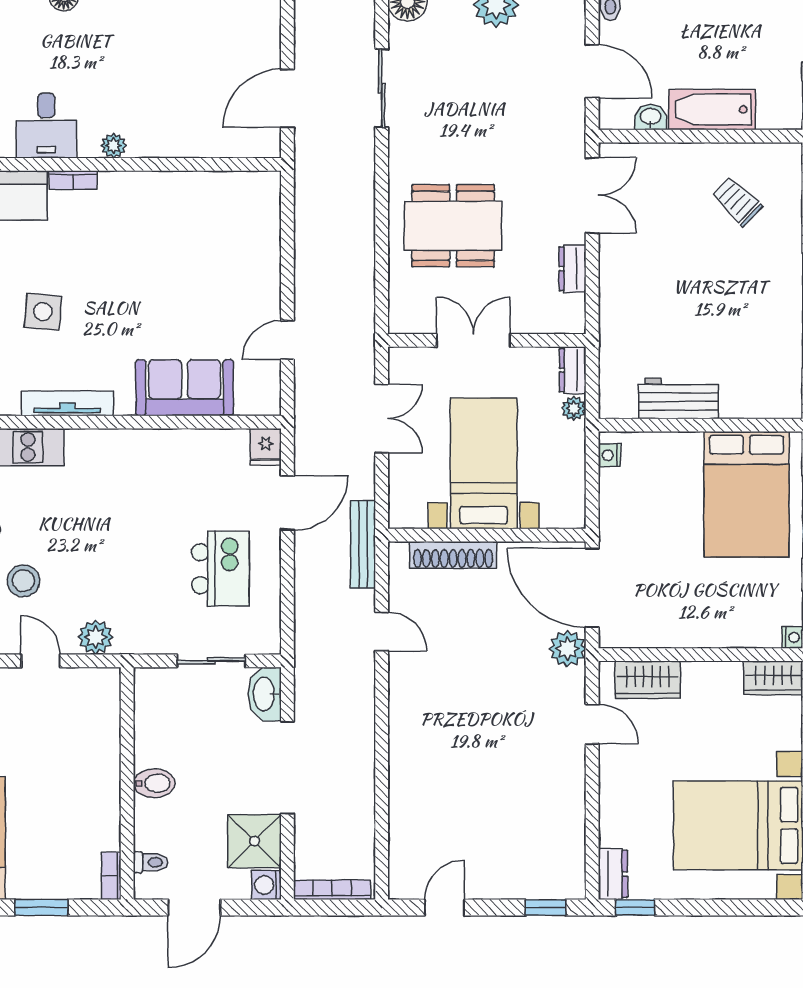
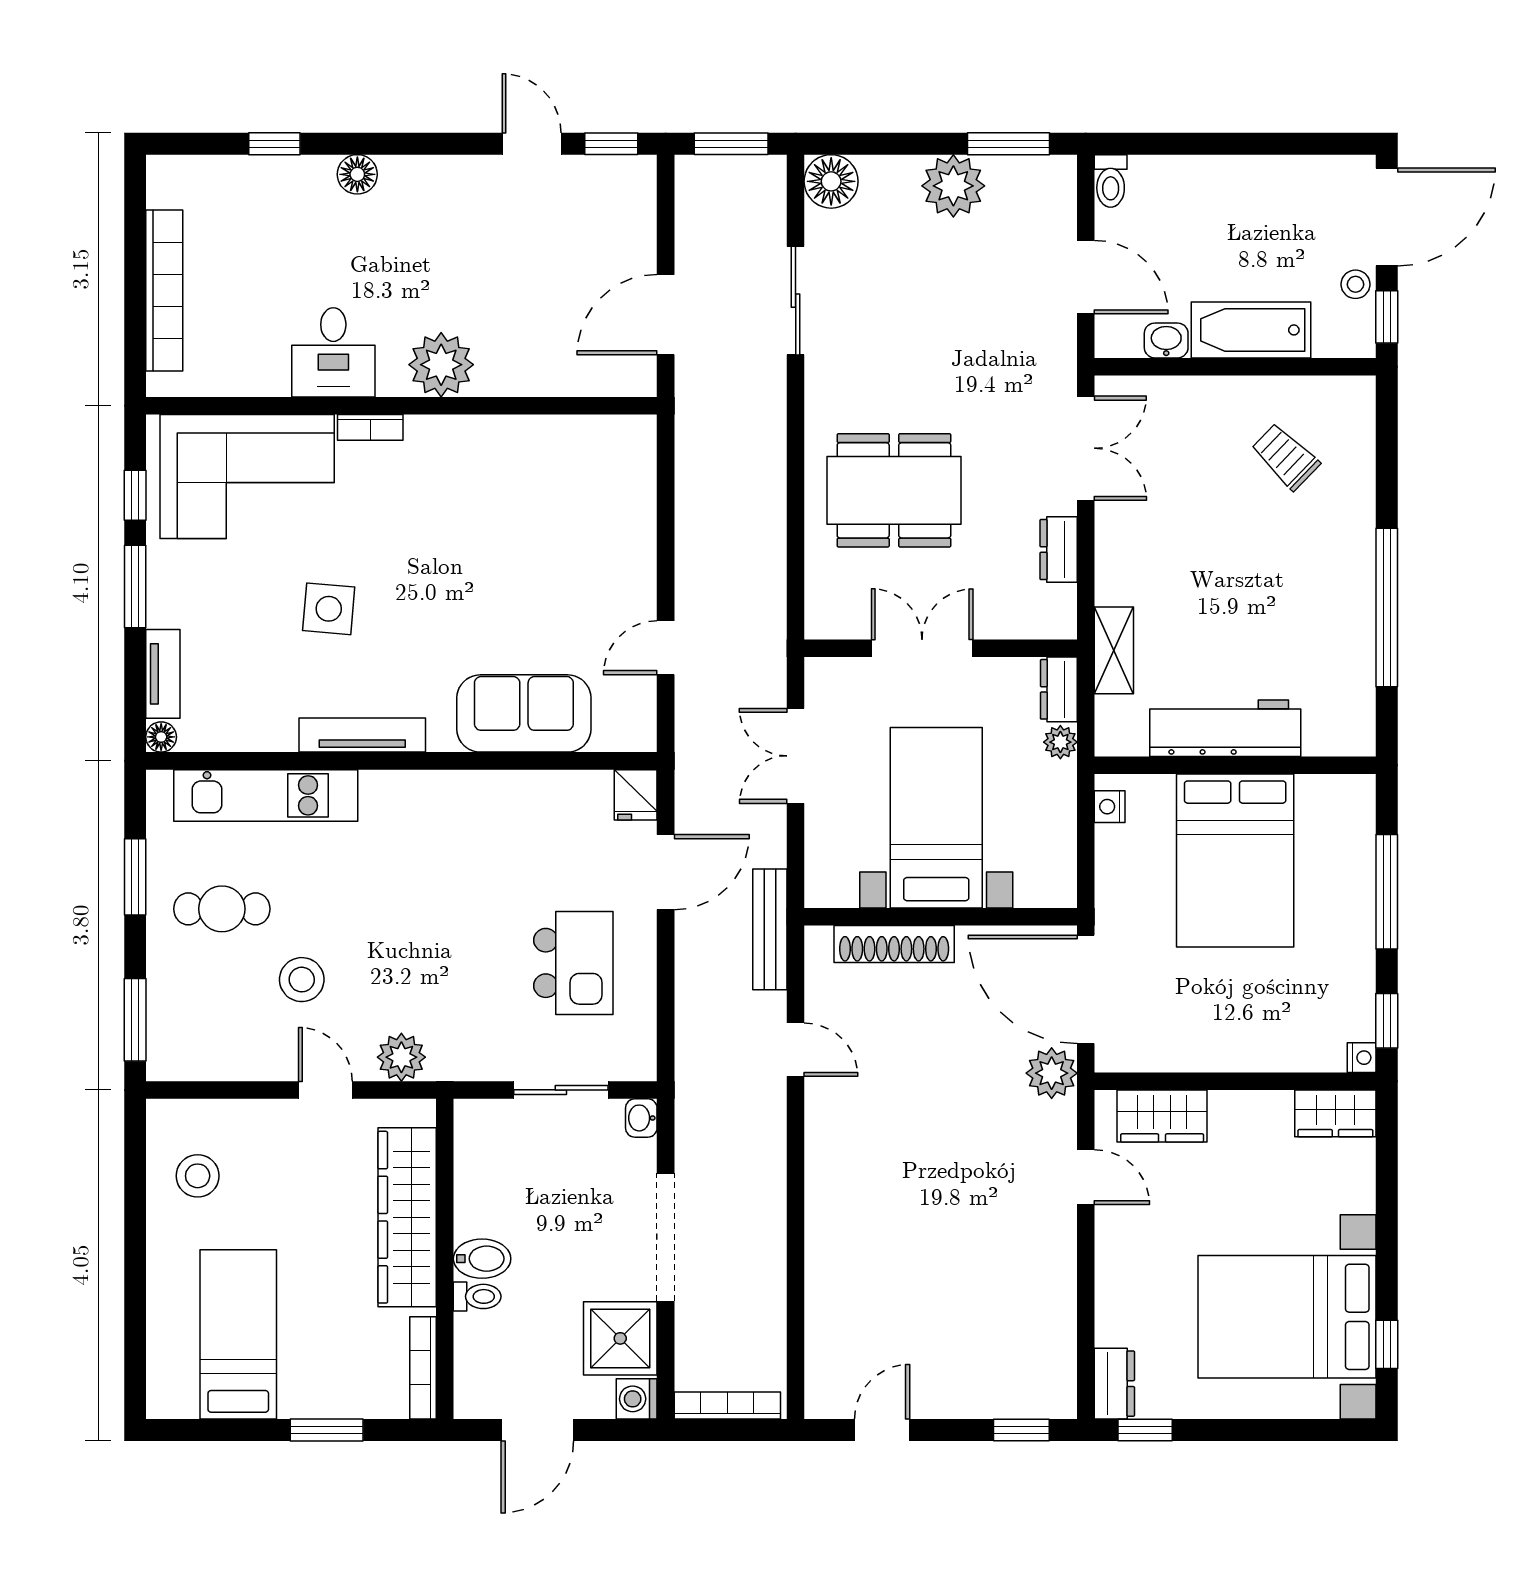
stool: (788, 76) -> (1356, 284), added
plant: (114, 146) -> (441, 365), width x1.88, depth x1.88
shelving: (613, 342) -> (1114, 650), added
workbench: (678, 398) -> (1225, 728), width x1.38
double door: (382, 418) -> (796, 756), swing flipped
bed: (746, 494) -> (1235, 861), moved
washbasin: (265, 694) -> (641, 1118), width x0.52, depth x0.69
wardrobe: (100, 753) -> (407, 1217), added
toilet: (151, 862) -> (477, 1296), moved
bookcase: (111, 876) -> (423, 1368), width x1.56

